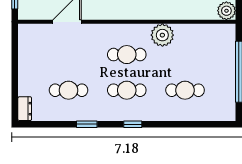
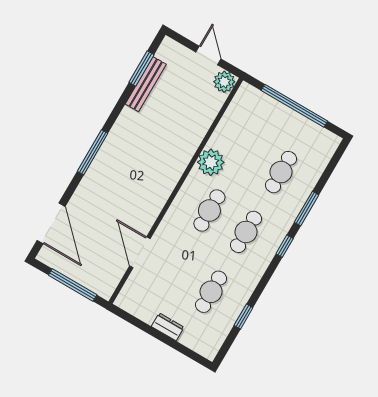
dresser: (25, 109) -> (168, 327), moved
window: (87, 124) -> (243, 316), moved
window: (169, 124) -> (307, 209), added

